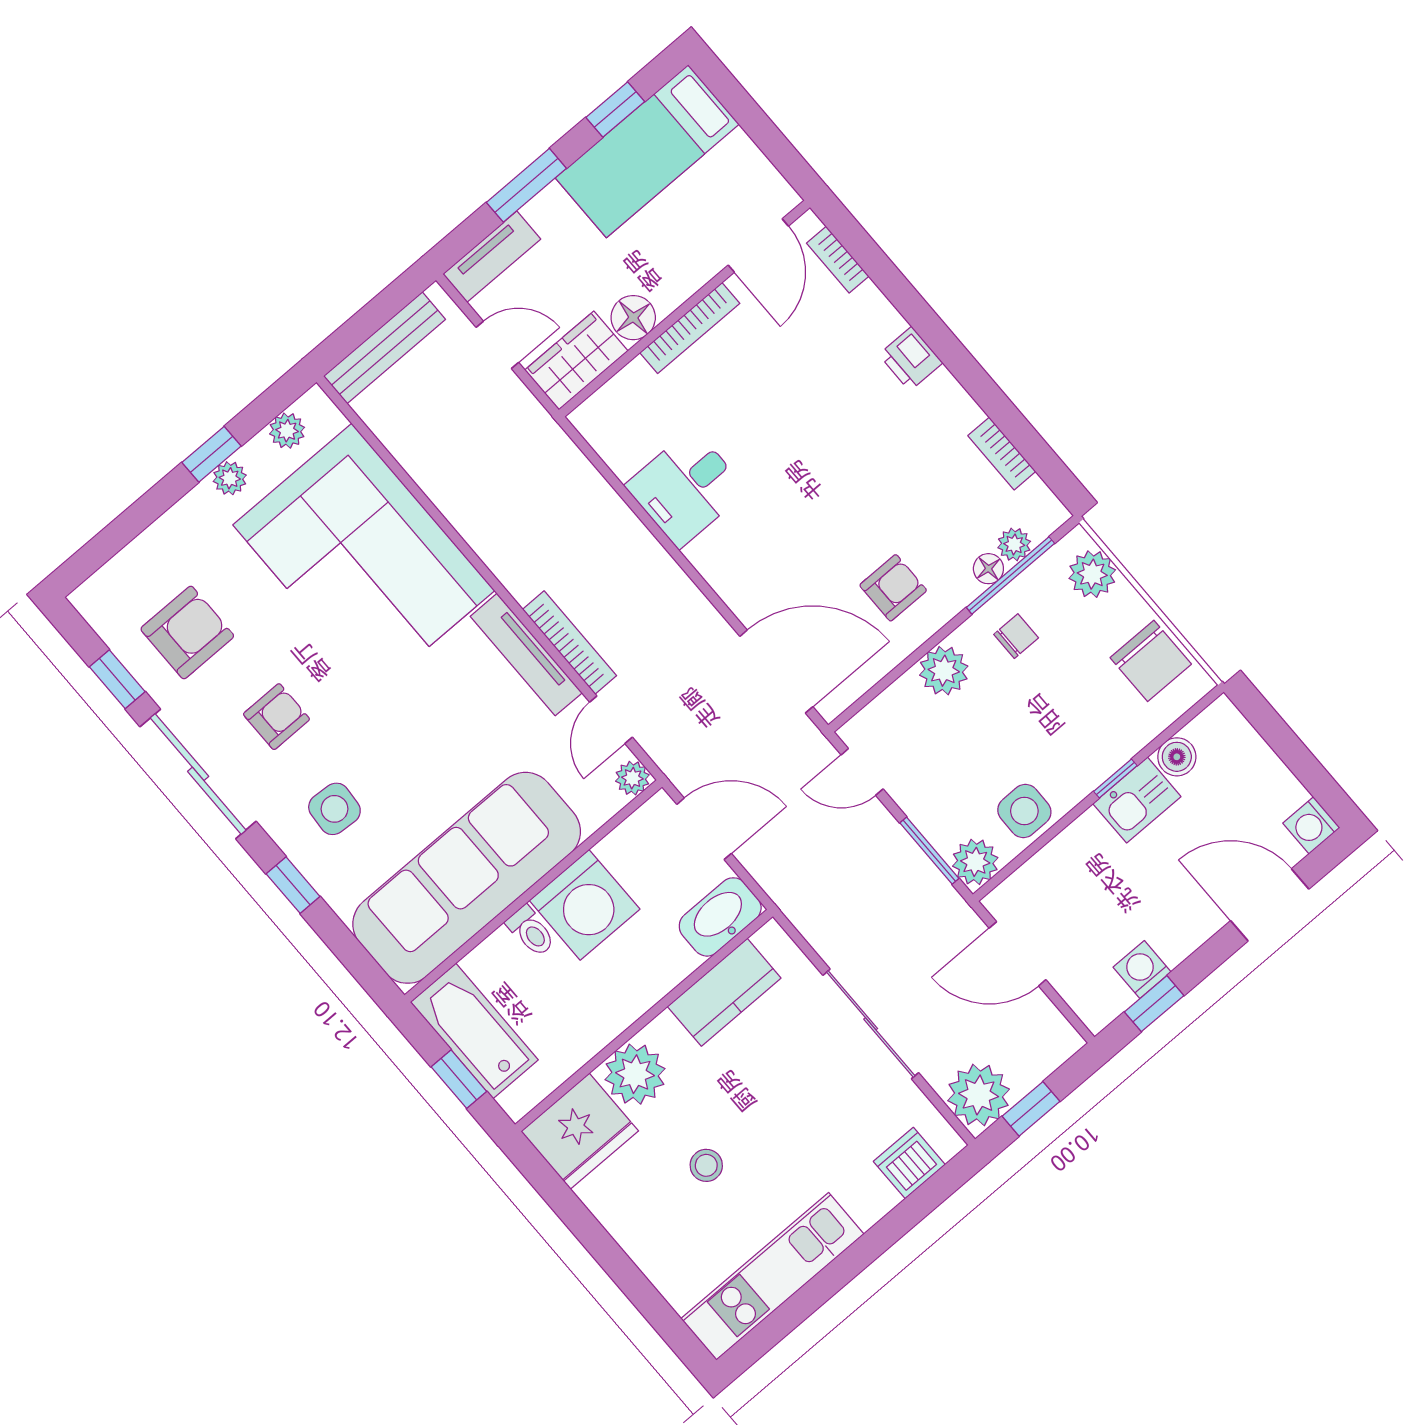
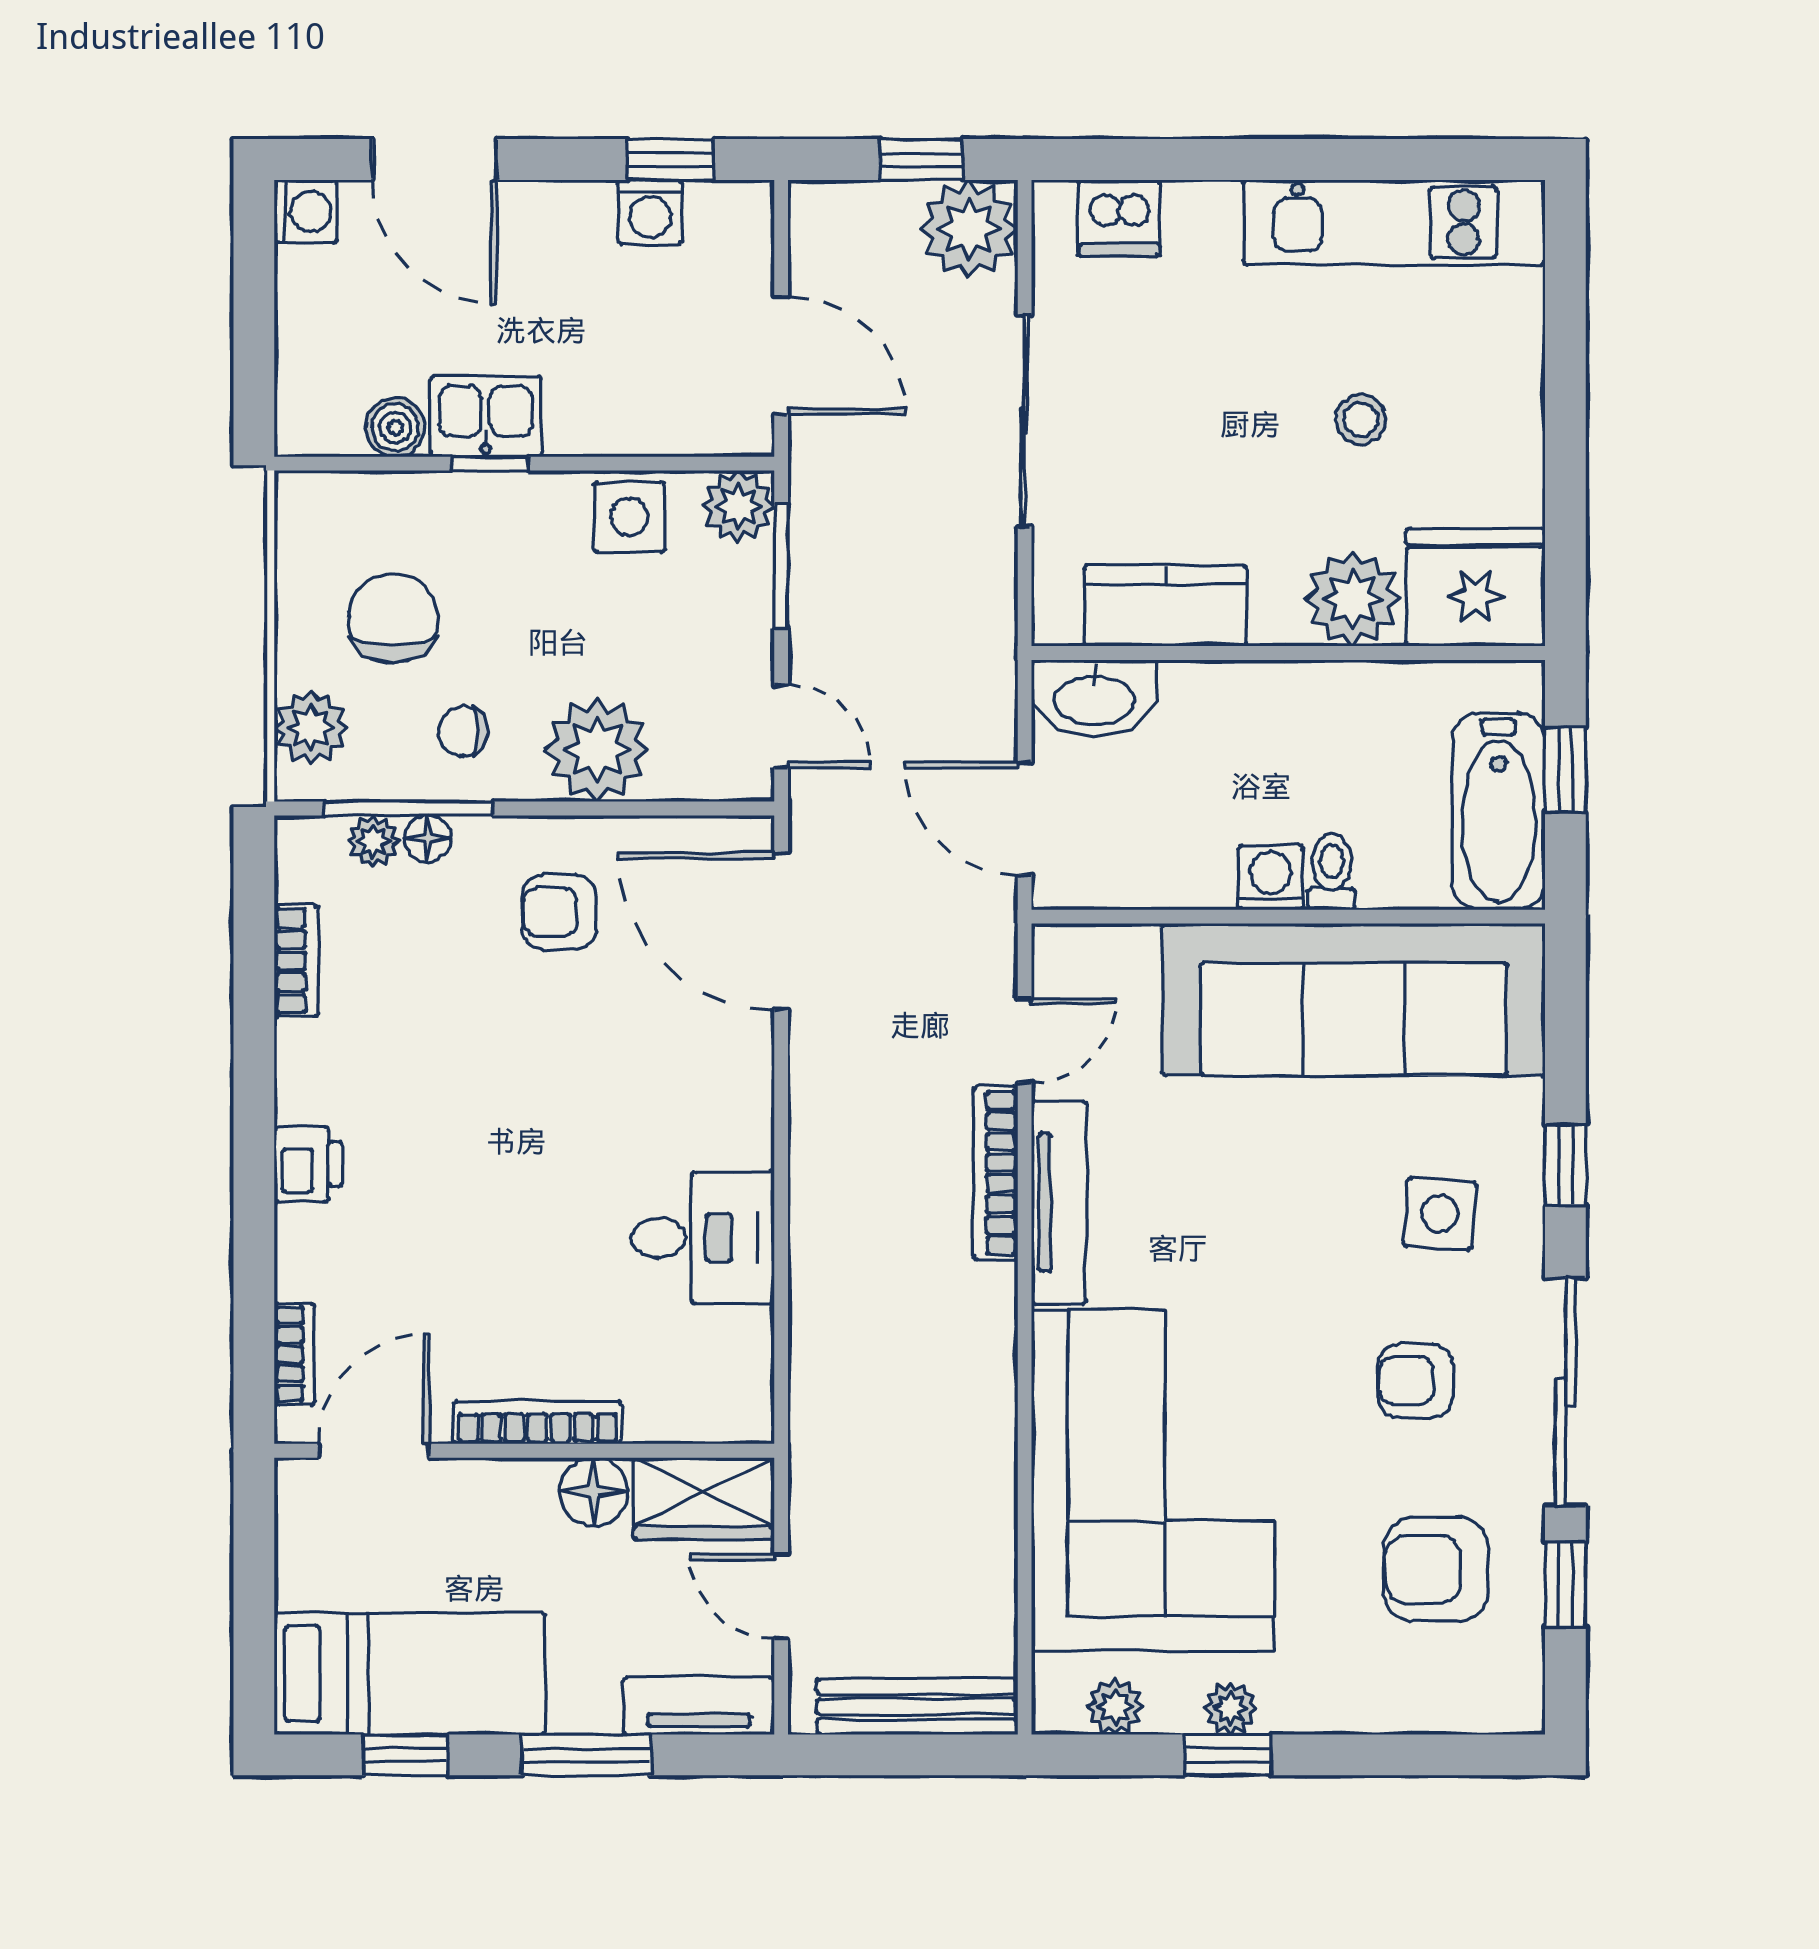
chair: (1151, 661) -> (393, 618), moved
plant: (944, 671) -> (597, 749), width x1.36, depth x1.36
plant: (632, 778) -> (1058, 950), removed
washing machine: (585, 905) -> (1270, 878), width x0.53, depth x0.53

